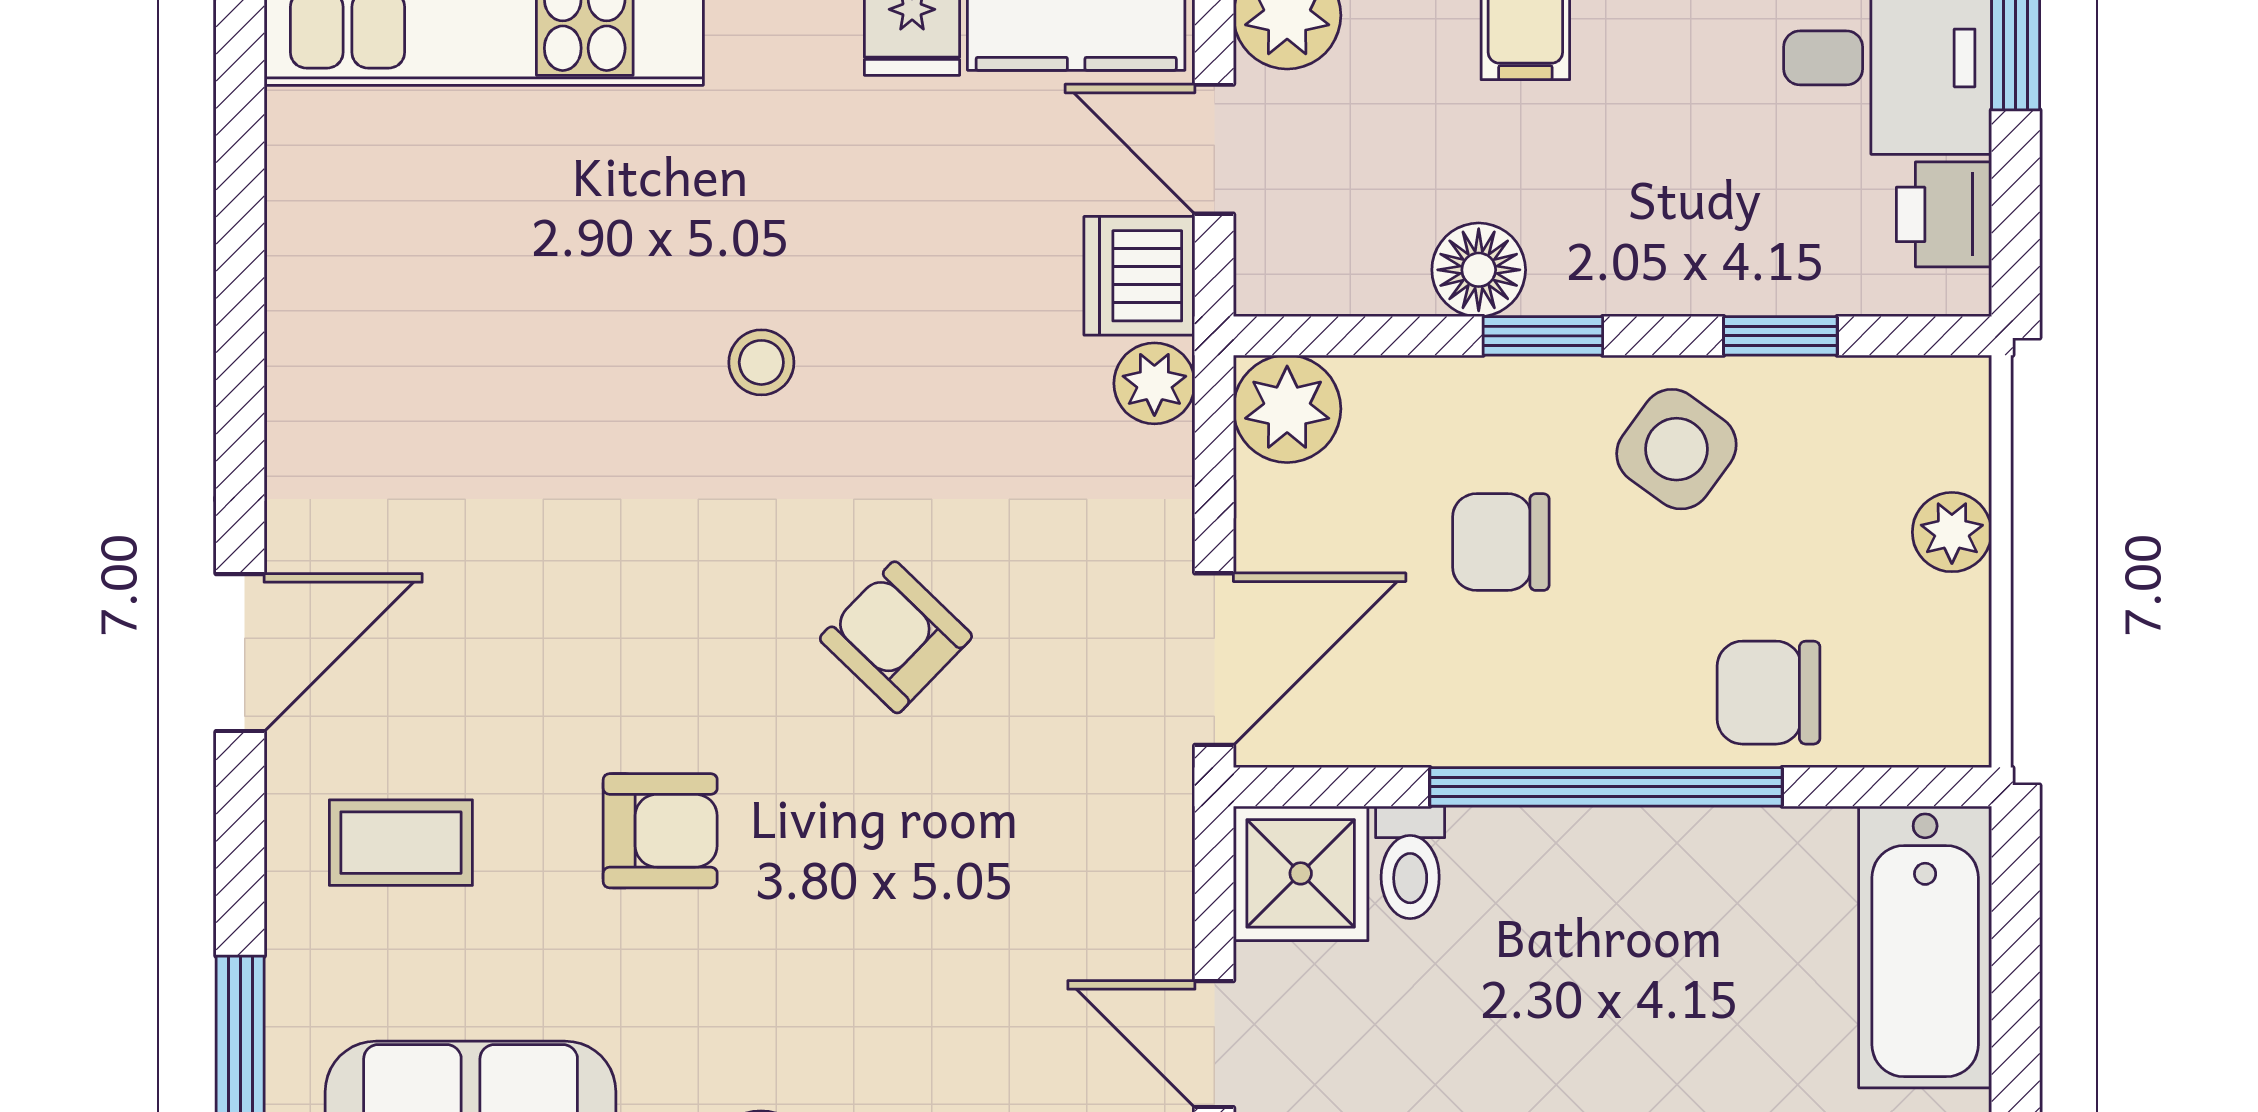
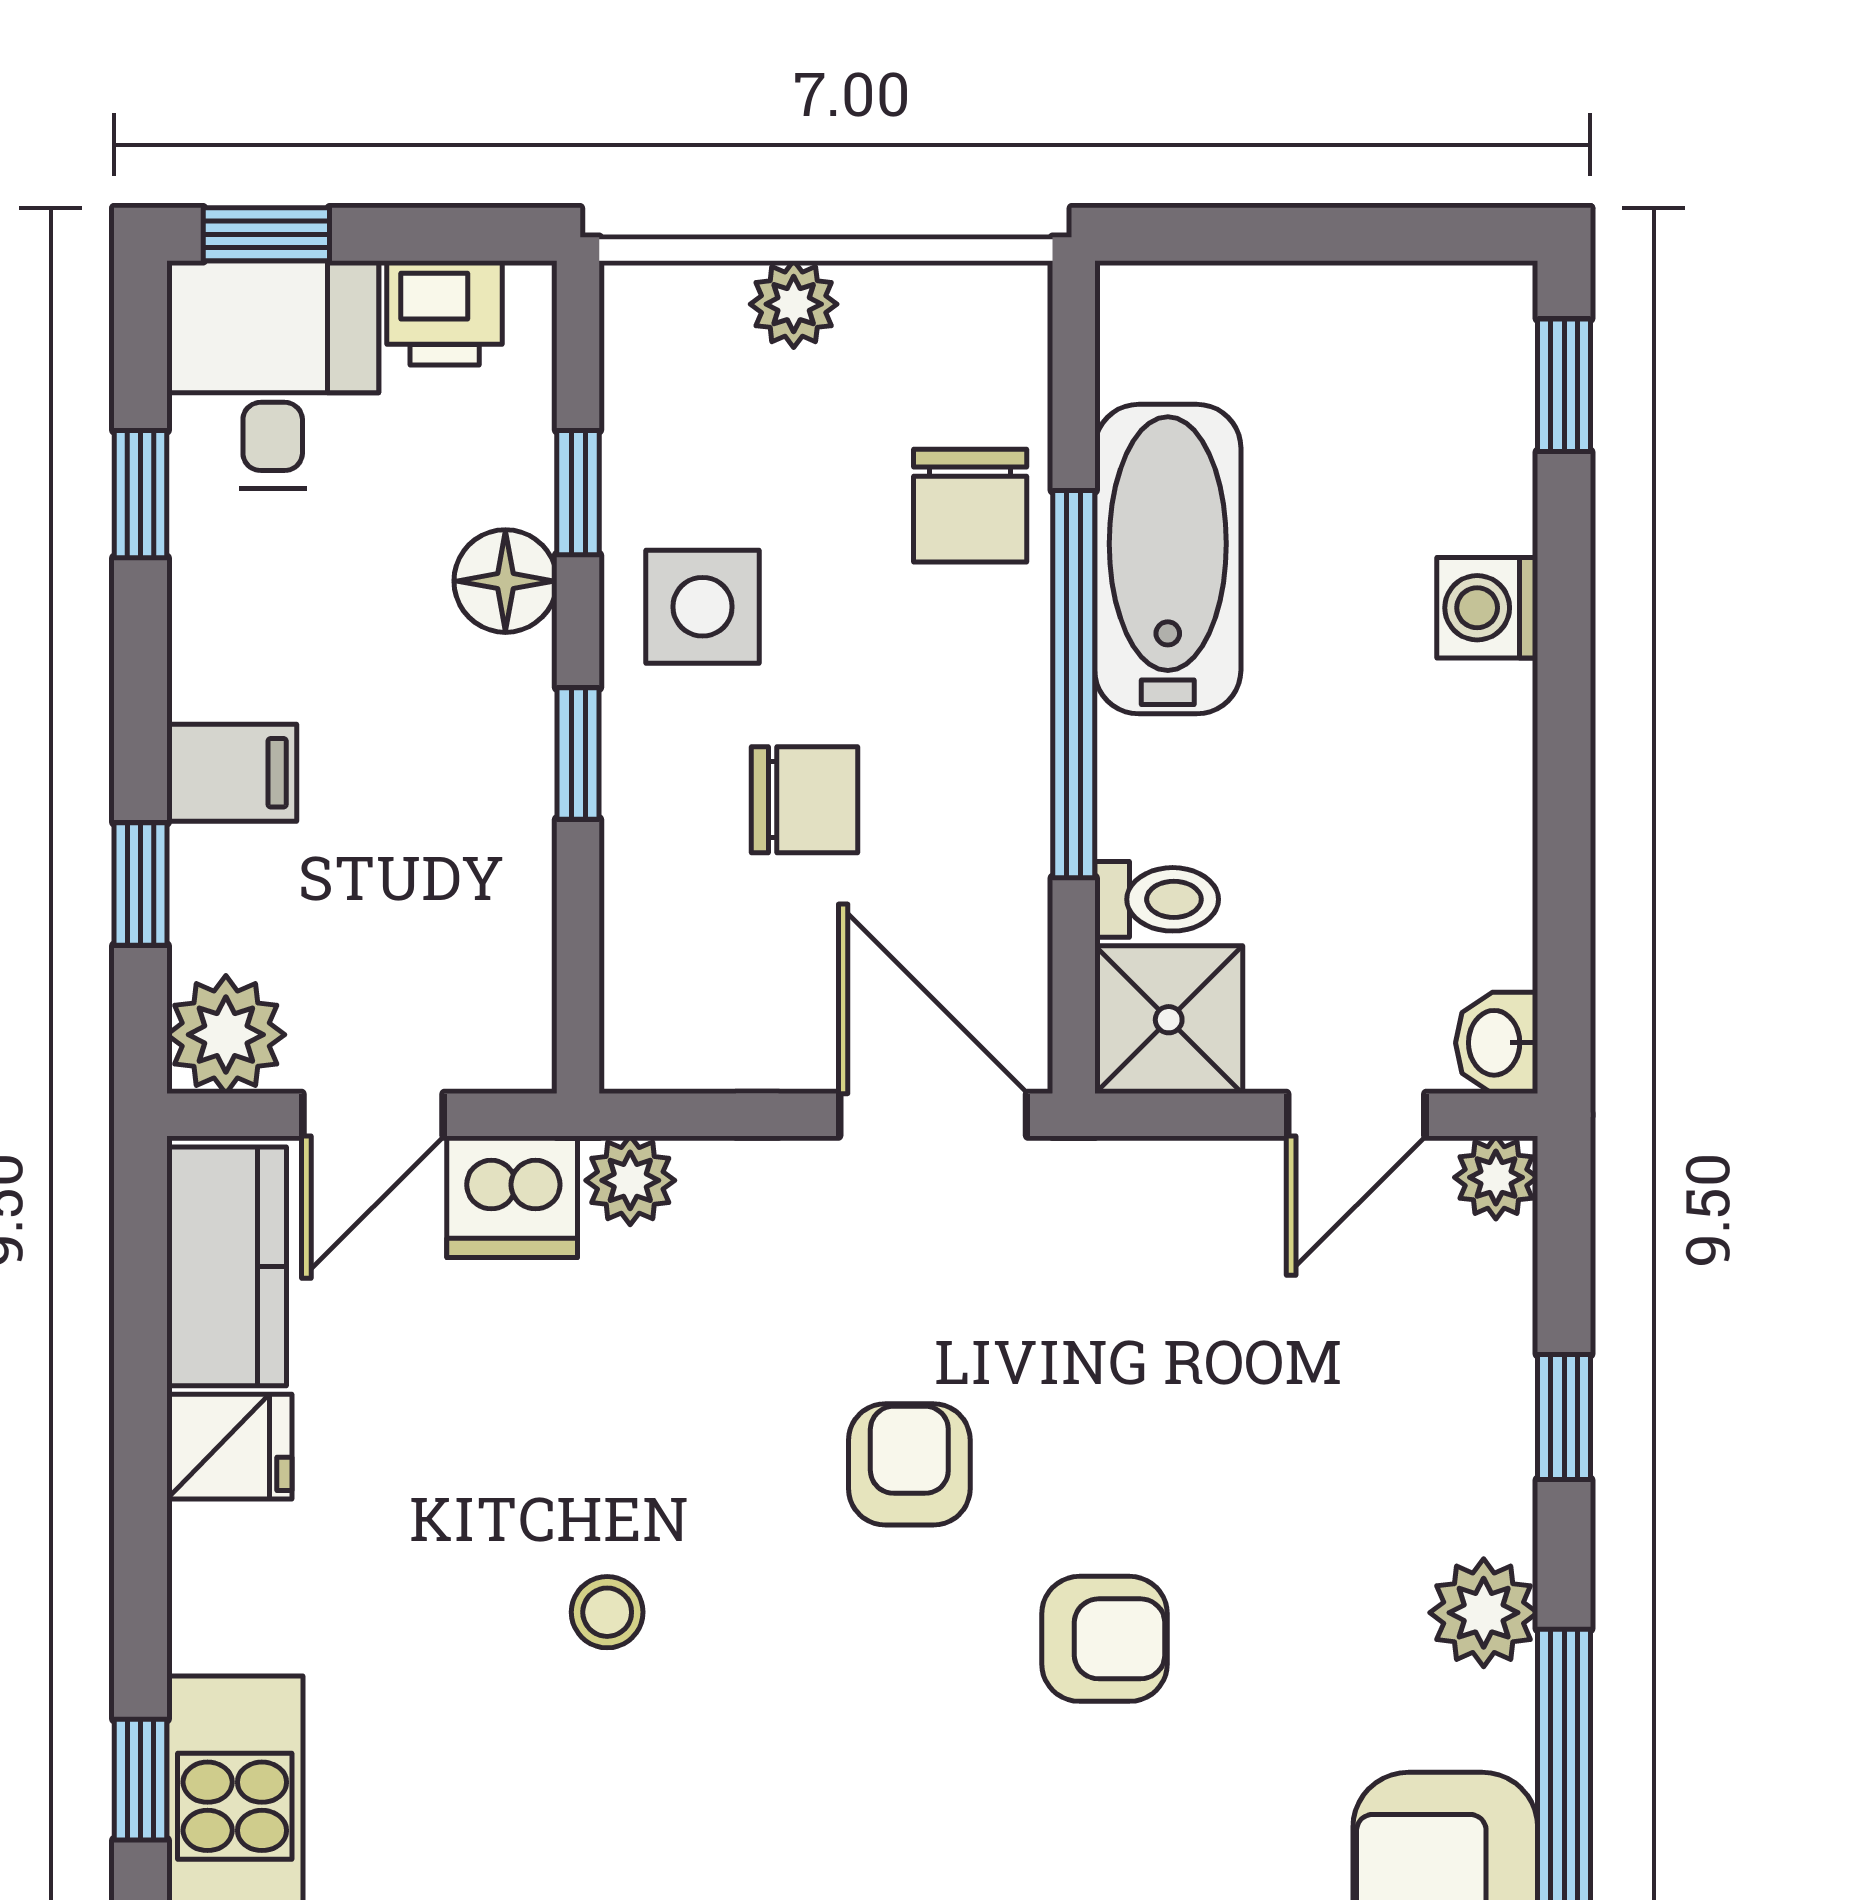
floor lamp: (1479, 270) -> (505, 581), moved
plant: (1287, 409) -> (658, 1035), removed
side table: (1676, 449) -> (703, 607), turned -36
chair: (1501, 542) -> (805, 800), turned -90
armchair: (896, 637) -> (909, 1464), turned 136
armchair: (660, 831) -> (1105, 1639), moved, turned 90
bathtub: (1925, 947) -> (1168, 559), moved, turned -90

